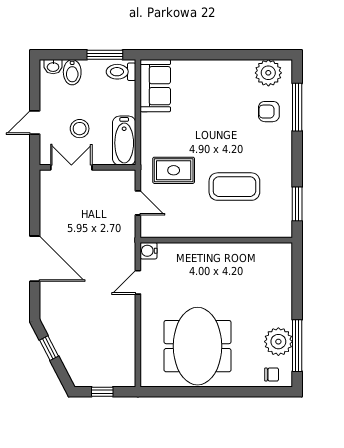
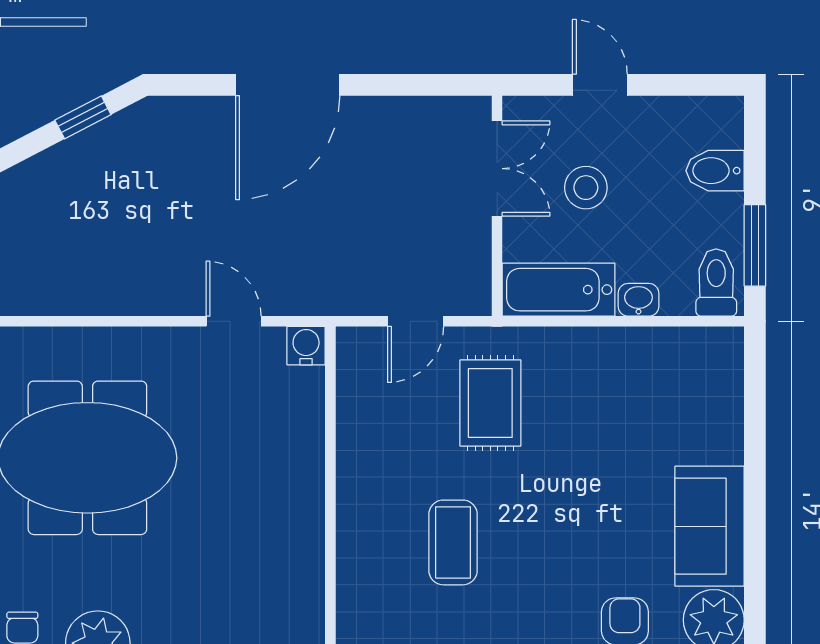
washbasin: (53, 67) -> (638, 300), moved, turned 90
sofa: (155, 86) -> (710, 526), moved, turned 90
coffee table: (234, 187) -> (453, 542), width x0.73, depth x0.76

